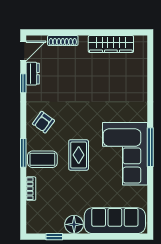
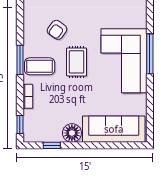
armchair: (43, 122) -> (57, 30), moved
window: (23, 216) -> (20, 124), added

